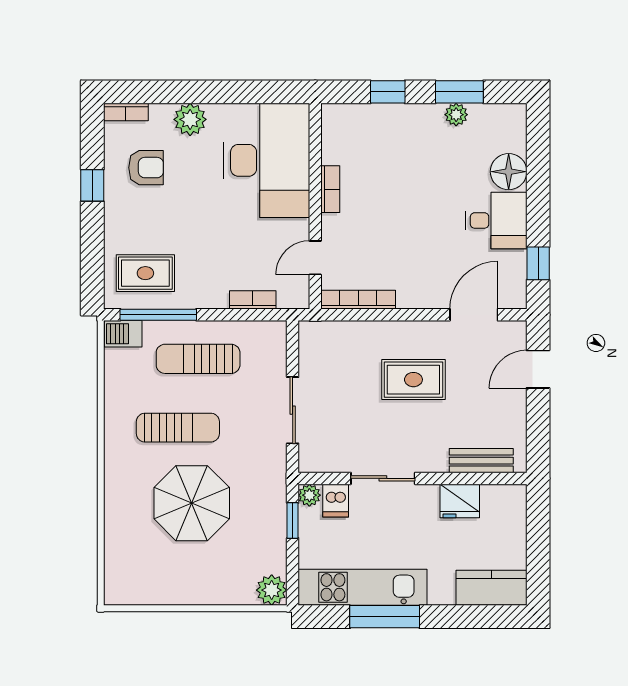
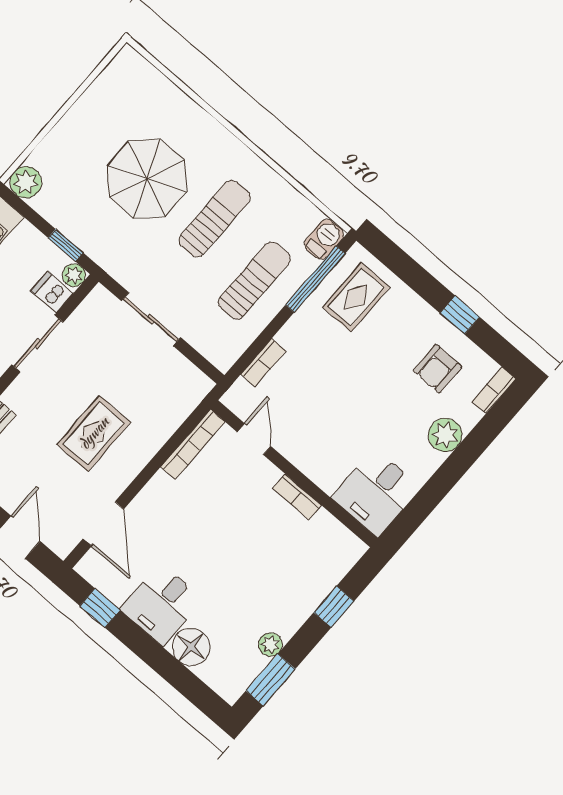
window: (459, 92) -> (271, 680), moved
desk: (267, 160) -> (376, 492), width x0.53, depth x0.77
sun lounger: (178, 428) -> (215, 219), turned 180

